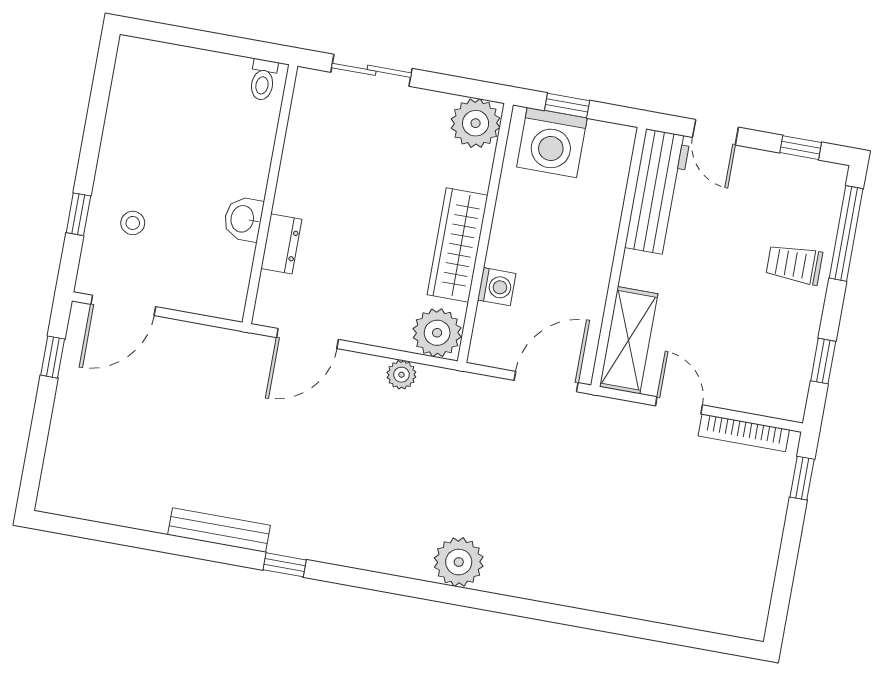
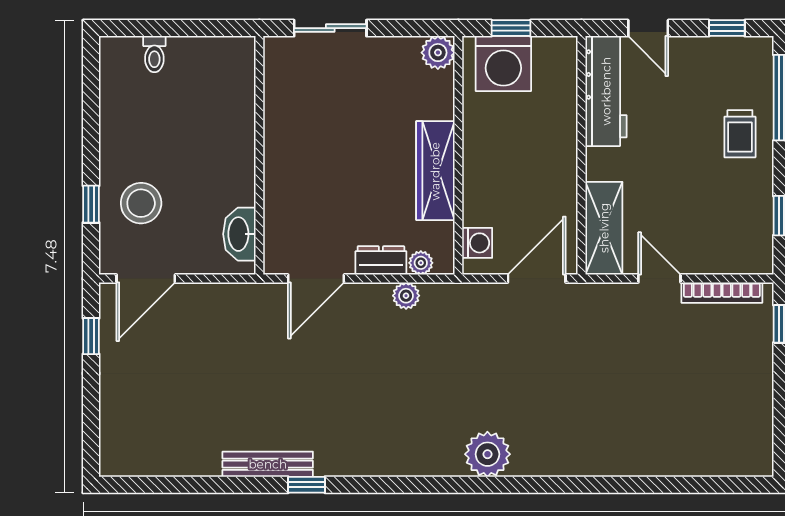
toilet: (263, 80) -> (154, 54), moved
plant: (476, 123) -> (438, 53), width x0.73, depth x0.73
washbasin: (243, 219) -> (239, 234), moved, width x1.38
stool: (133, 223) -> (141, 203), width x1.89, depth x1.89
dresser: (281, 244) -> (381, 260), moved, turned -90
trolley: (794, 264) -> (740, 134), turned -90
washing machine: (497, 287) -> (477, 243), moved
plant: (437, 333) -> (421, 263), width x0.53, depth x0.53
window: (285, 565) -> (306, 485), moved

